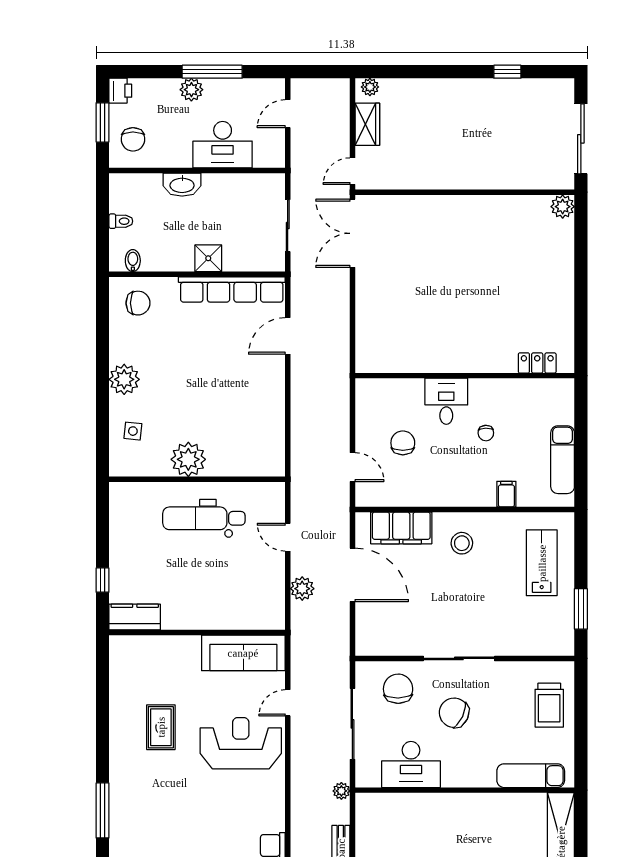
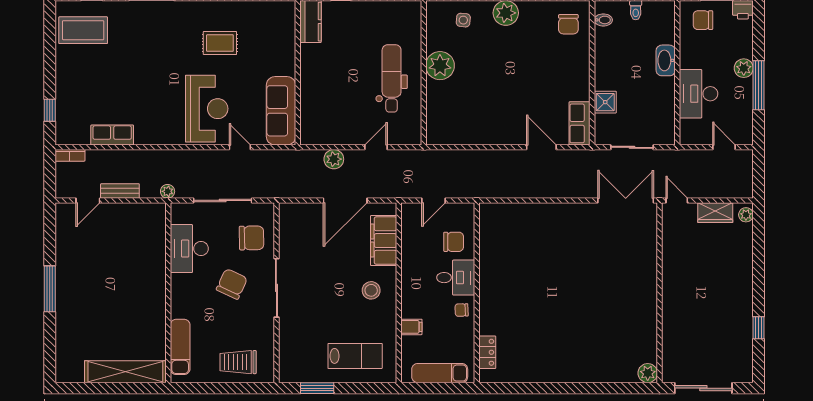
shower: (208, 258) -> (605, 102), moved
row of seats: (232, 289) -> (580, 123), width x0.50
locker: (537, 363) -> (487, 352), moved
wall: (465, 376) -> (477, 293), moved
desk: (446, 401) -> (456, 278), moved

